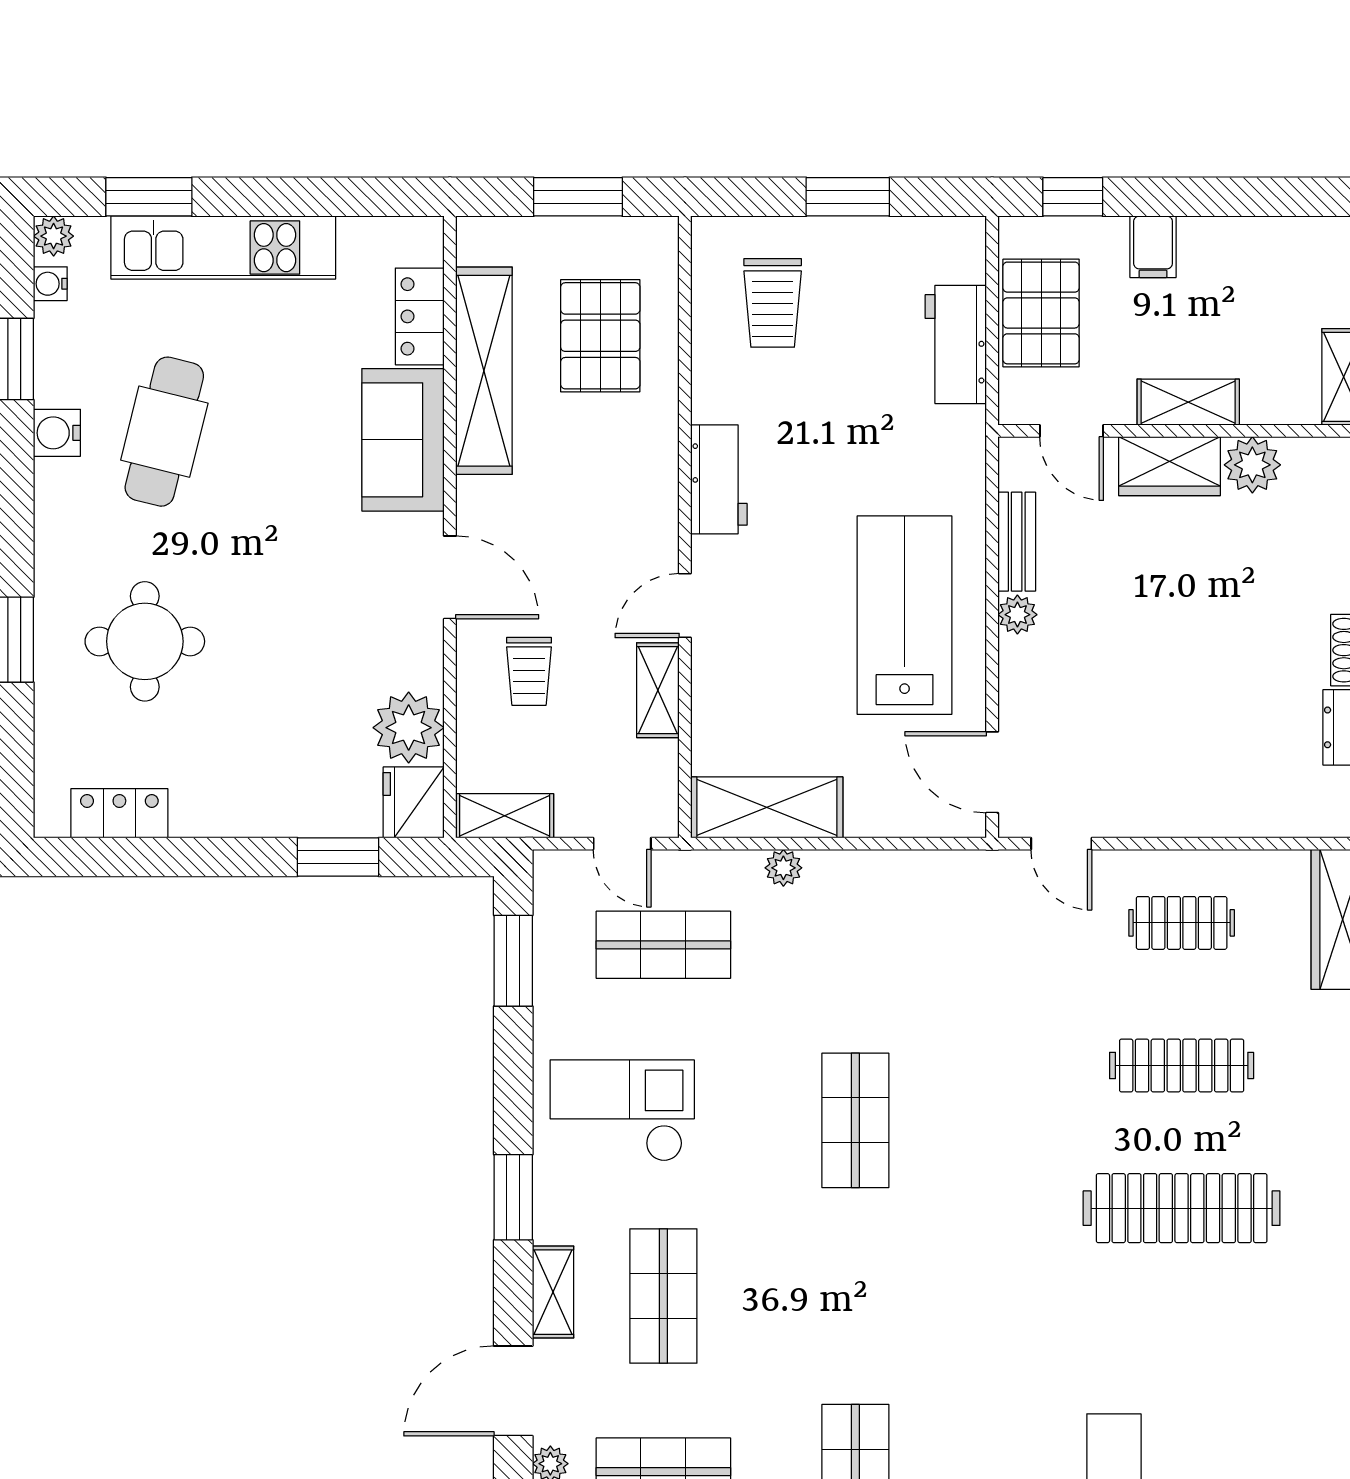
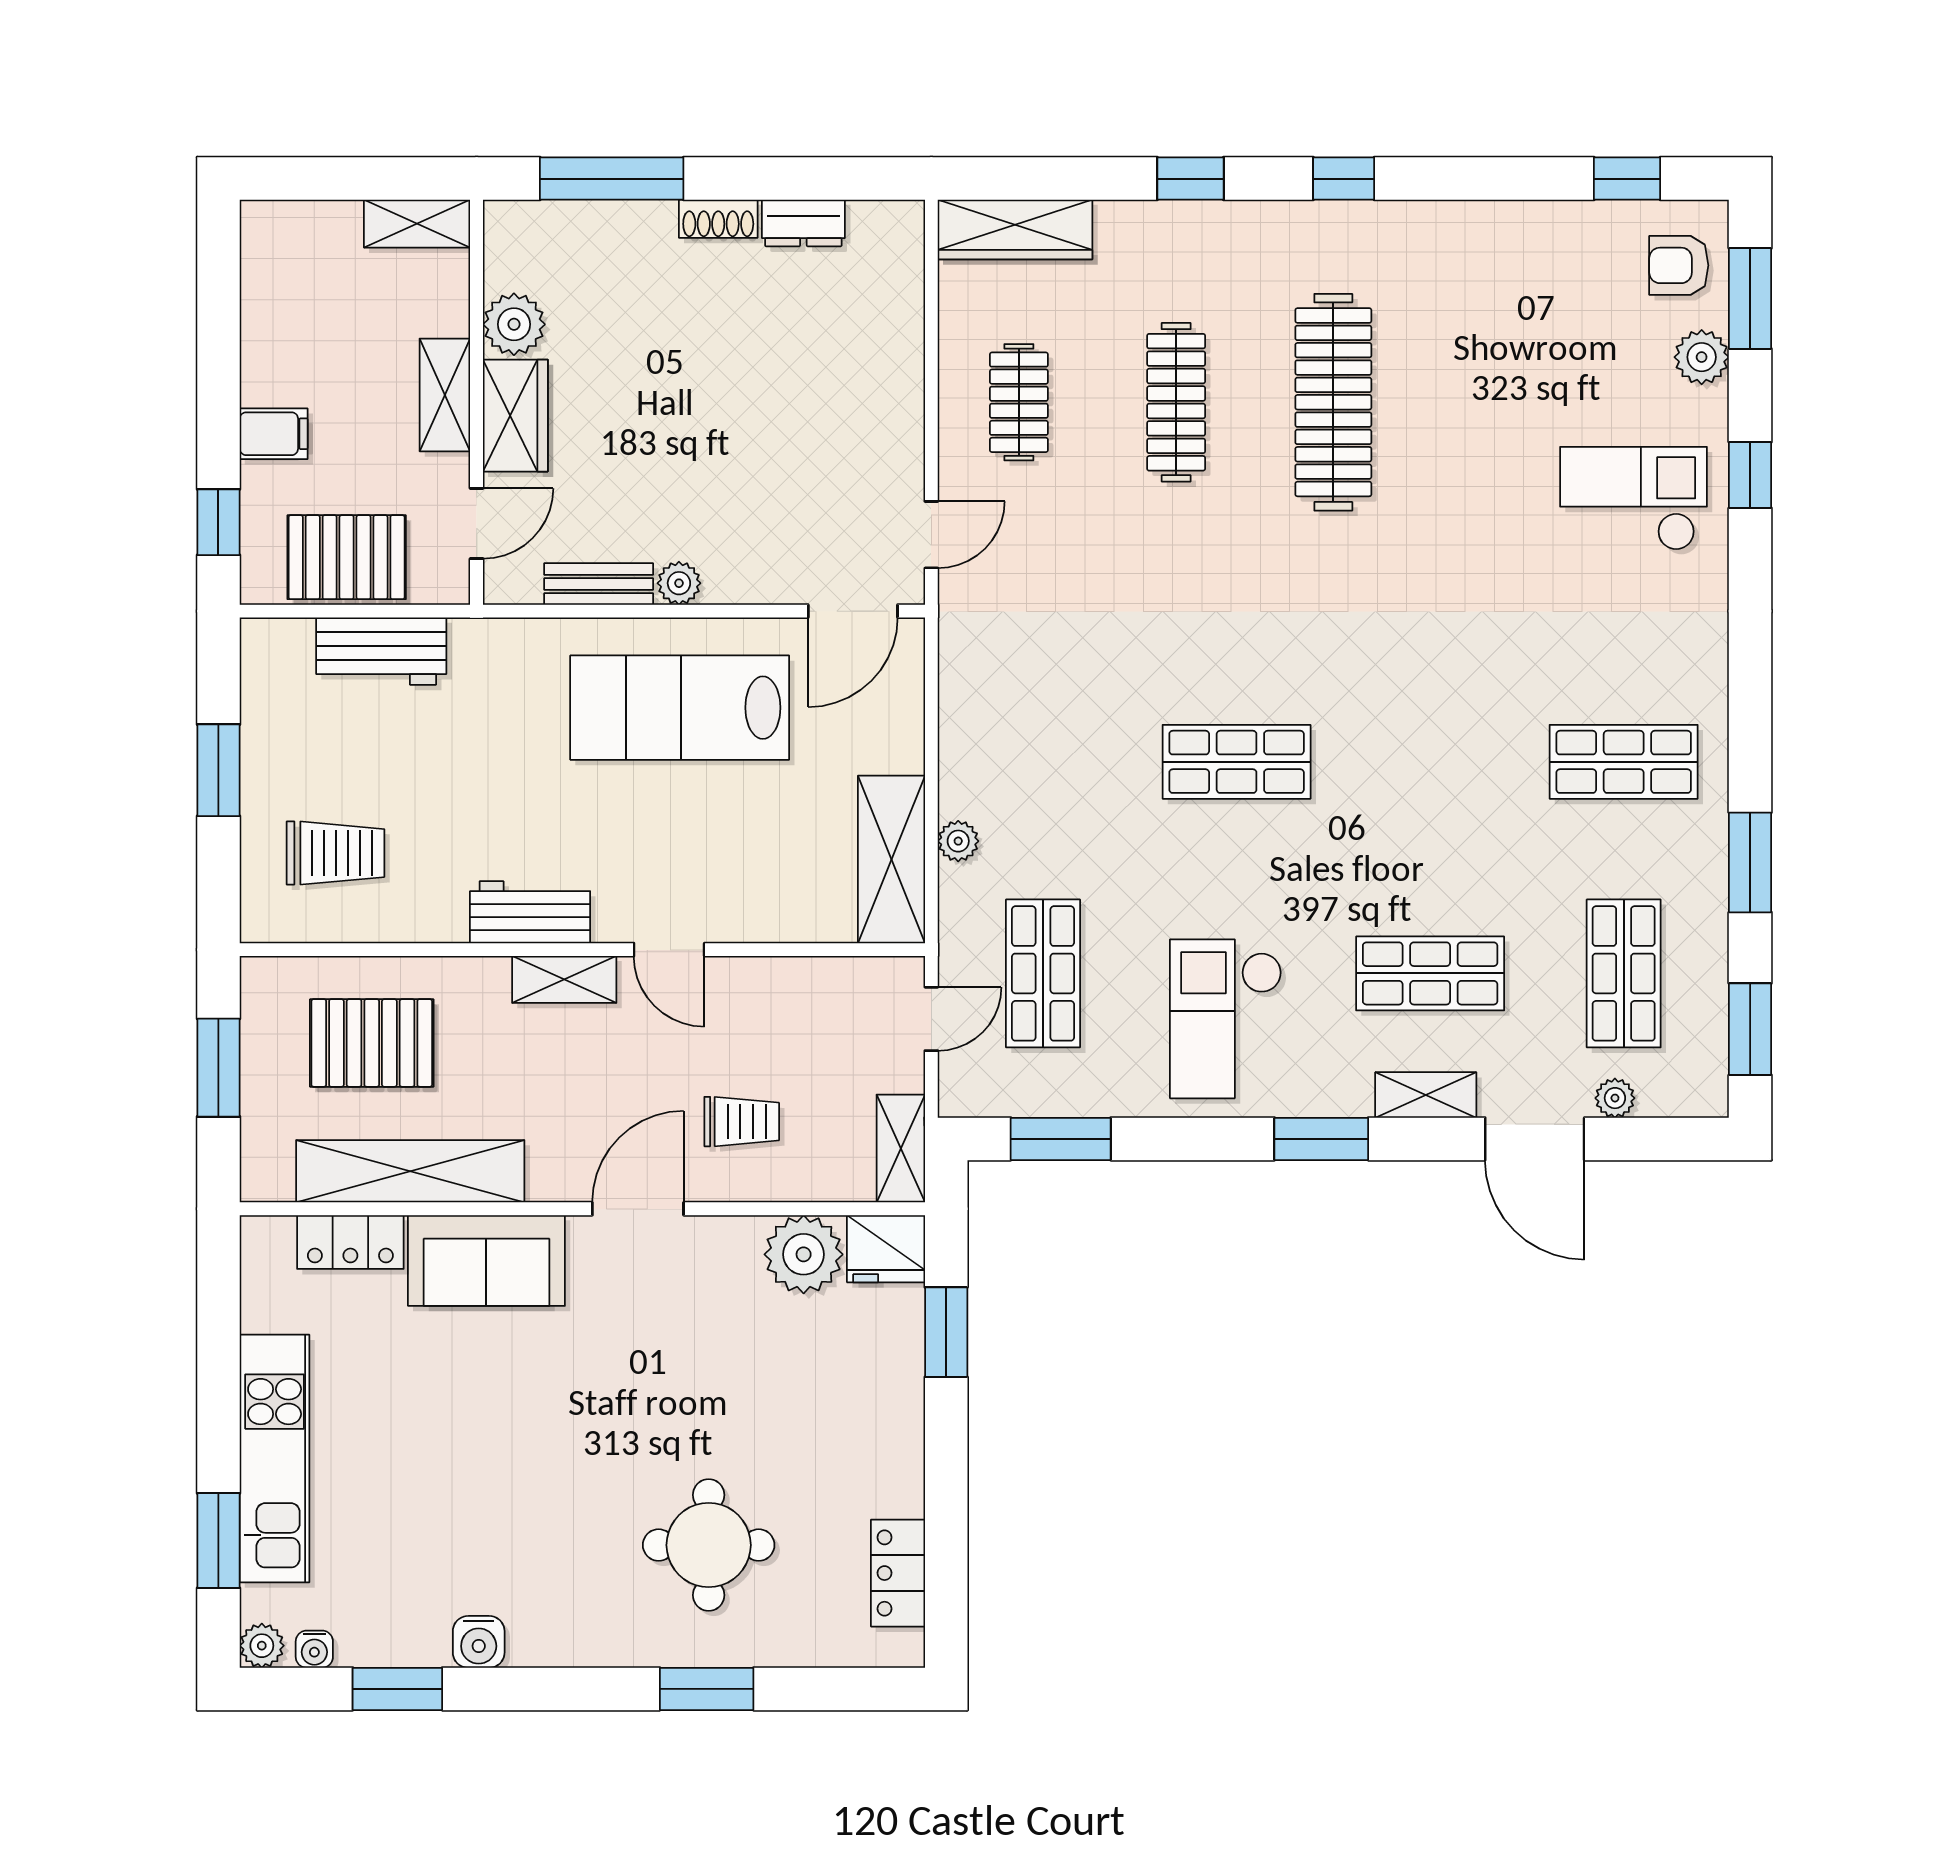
cafe table: (164, 432) -> (477, 1524), removed
shelving: (658, 690) -> (564, 979), moved

